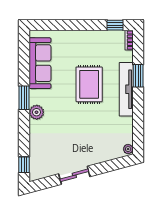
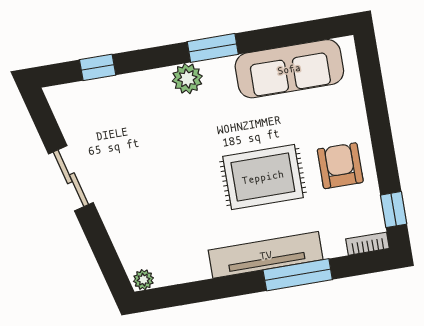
armchair: (90, 47) -> (340, 166), added
window: (138, 76) -> (298, 275), width x1.44
window: (24, 165) -> (98, 67), moved

